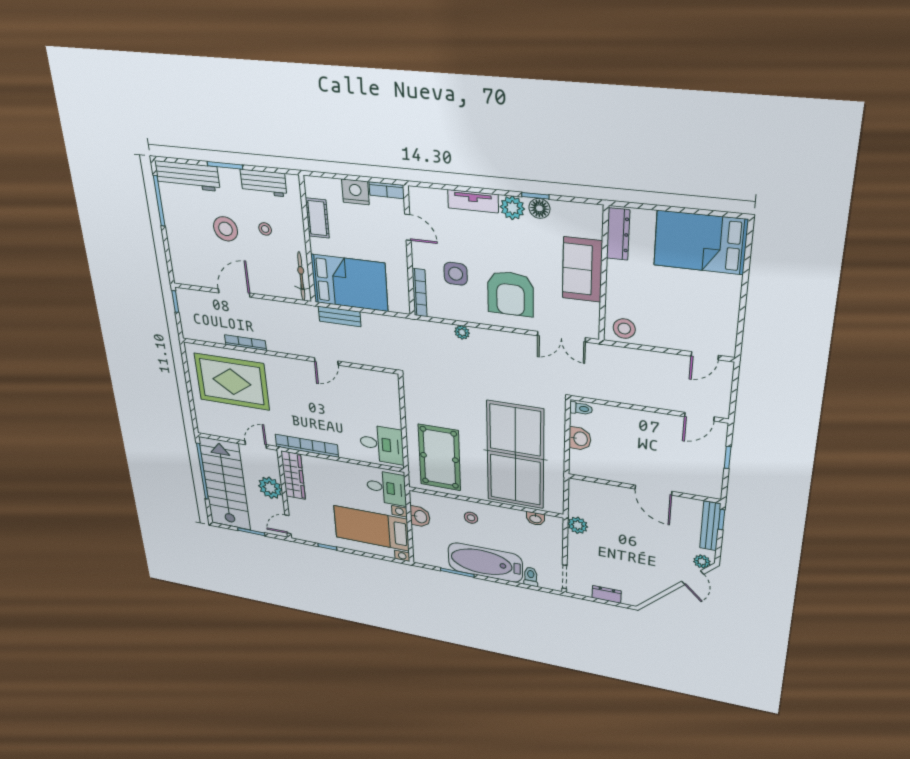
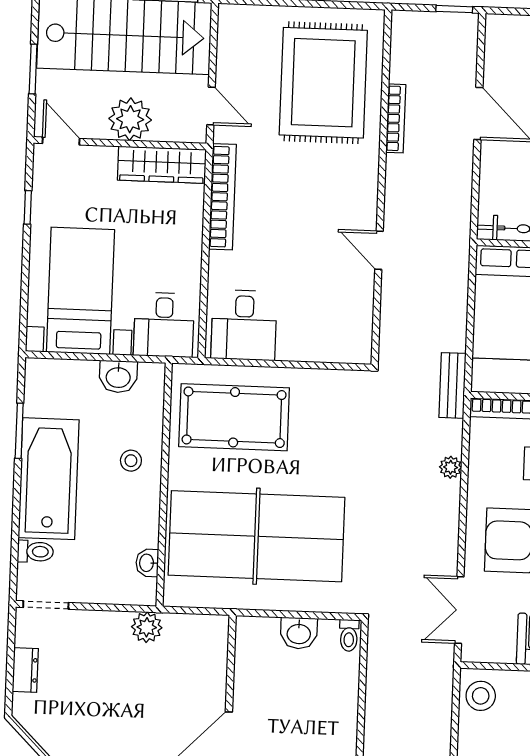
bench: (340, 316) -> (453, 385), moved

